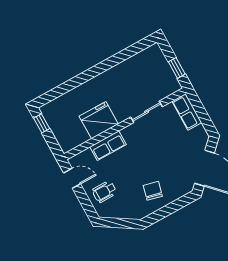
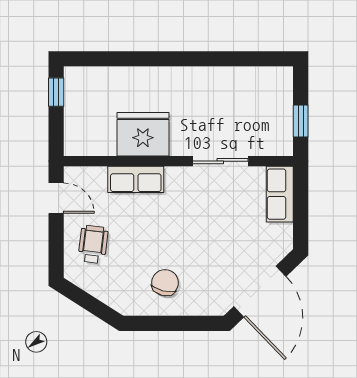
wheelchair: (104, 192) -> (93, 244), turned 97

